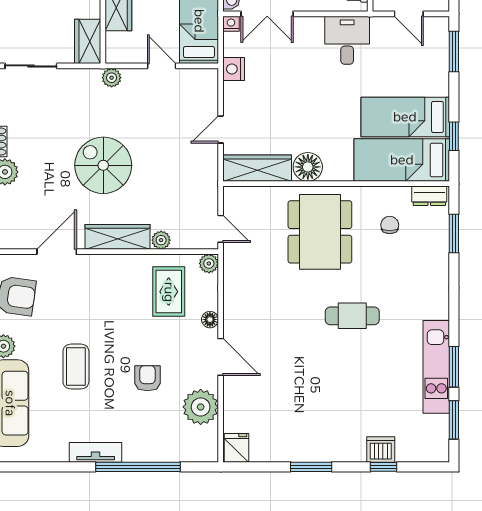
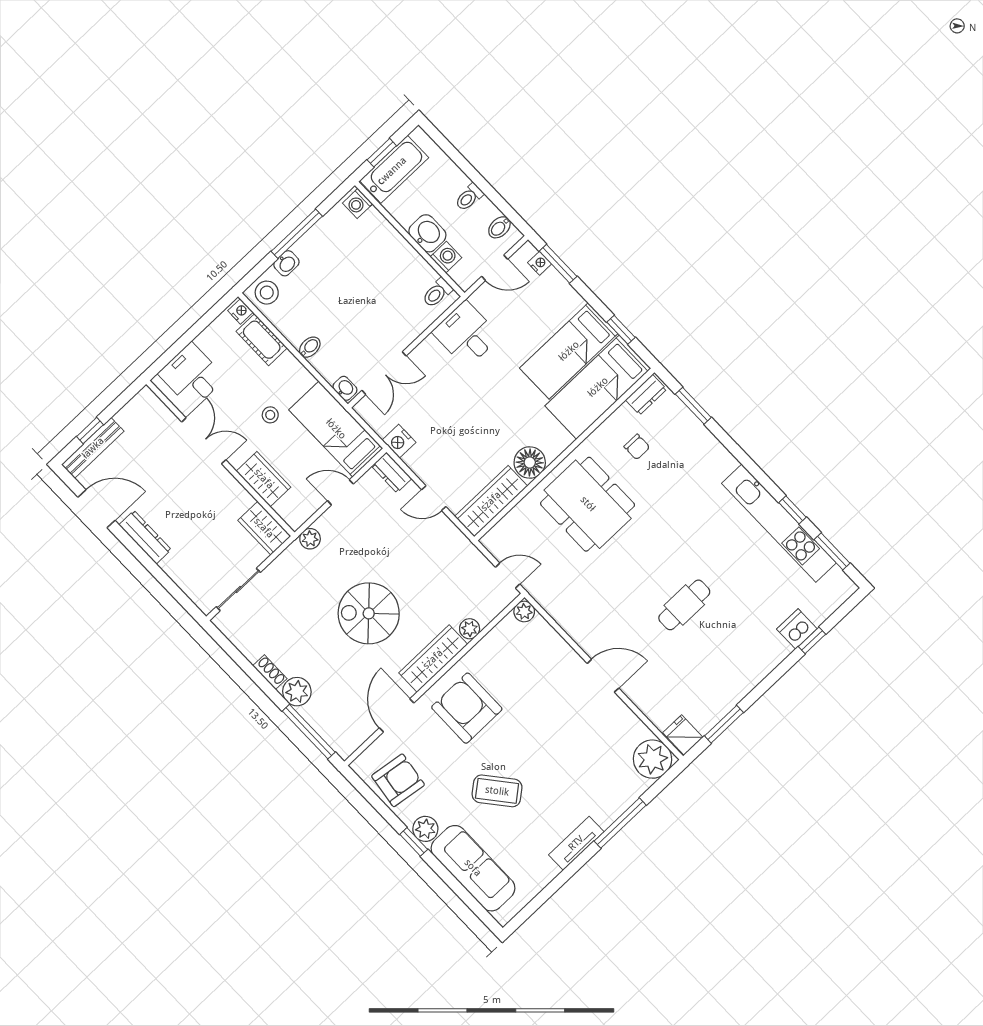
nightstand: (231, 24) -> (539, 263), moved, turned 90
dresser: (209, 85) -> (392, 472), added
door: (221, 130) -> (434, 498), hinge flipped
chair: (390, 225) -> (637, 447), turned 180
rug: (169, 292) -> (514, 663), removed
cafe table: (352, 316) -> (684, 605), moved
floor lamp: (210, 320) -> (567, 654), removed
coffee table: (76, 367) -> (497, 791), turned -39
kitchen unit: (436, 367) -> (779, 523), width x1.36
window: (454, 367) -> (792, 510), width x0.67
armchair: (147, 378) -> (467, 708), moved, width x1.88, depth x1.88
plant: (201, 407) -> (653, 759), moved
window: (138, 467) -> (620, 823), width x0.68
window: (311, 467) -> (724, 724), moved

